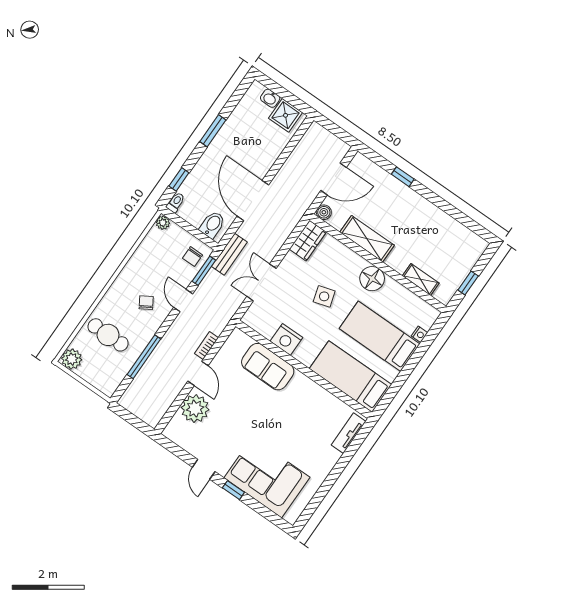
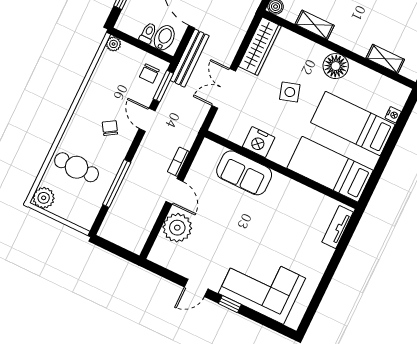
toilet: (176, 202) -> (148, 33), moved
shelving: (367, 239) -> (315, 25), width x0.67, depth x0.75
wardrobe: (308, 241) -> (260, 46), width x1.50
bench: (229, 254) -> (190, 58), width x1.36
door: (204, 469) -> (196, 288), hinge flipped

